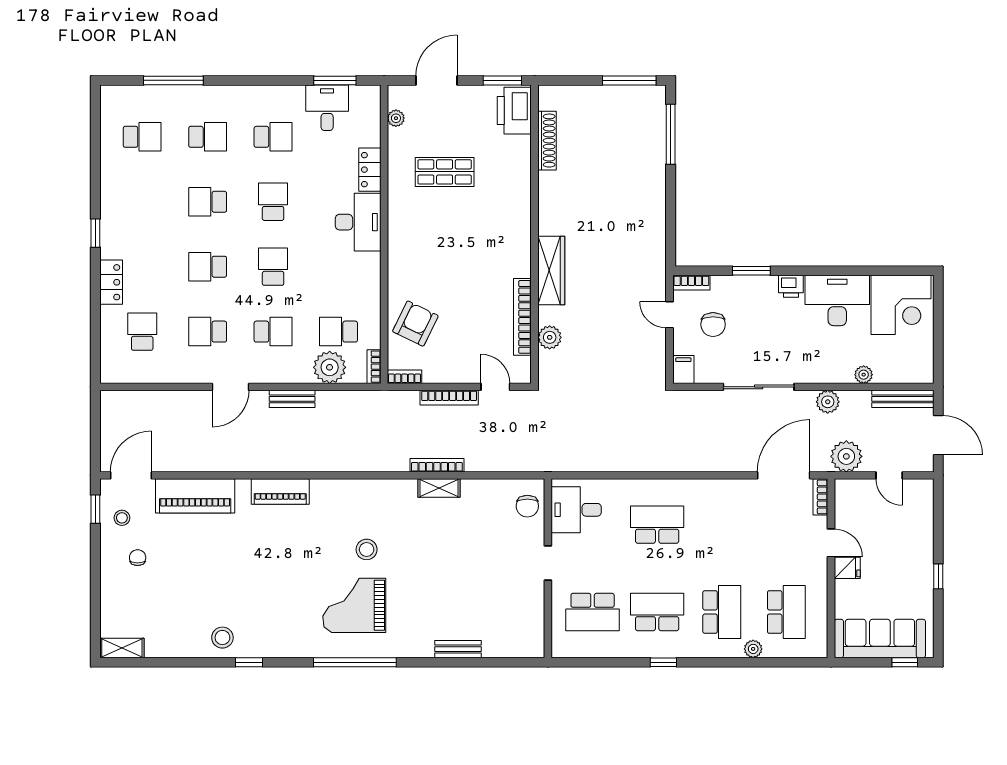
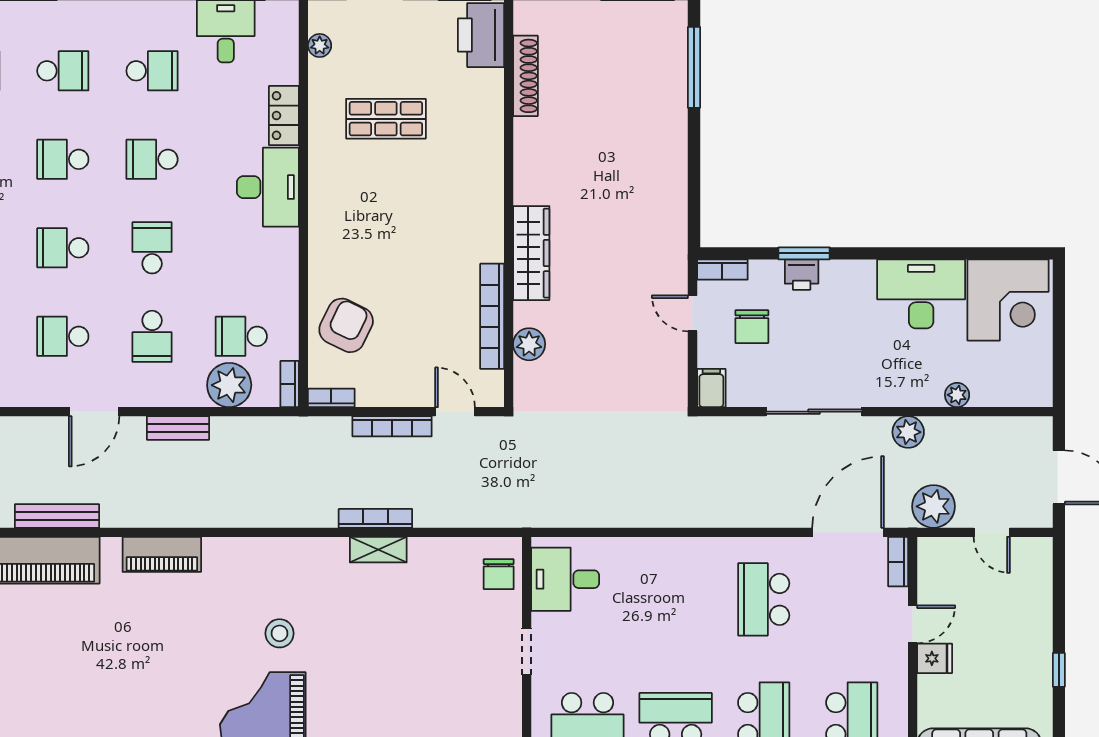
school desk: (273, 202) -> (152, 159), turned -90
printer: (791, 286) -> (802, 275), moved
school desk: (273, 332) -> (152, 336), turned 90
bench: (903, 399) -> (57, 516), moved
school desk: (657, 525) -> (764, 599), moved, turned -90
door: (831, 543) -> (913, 624), hinge flipped

